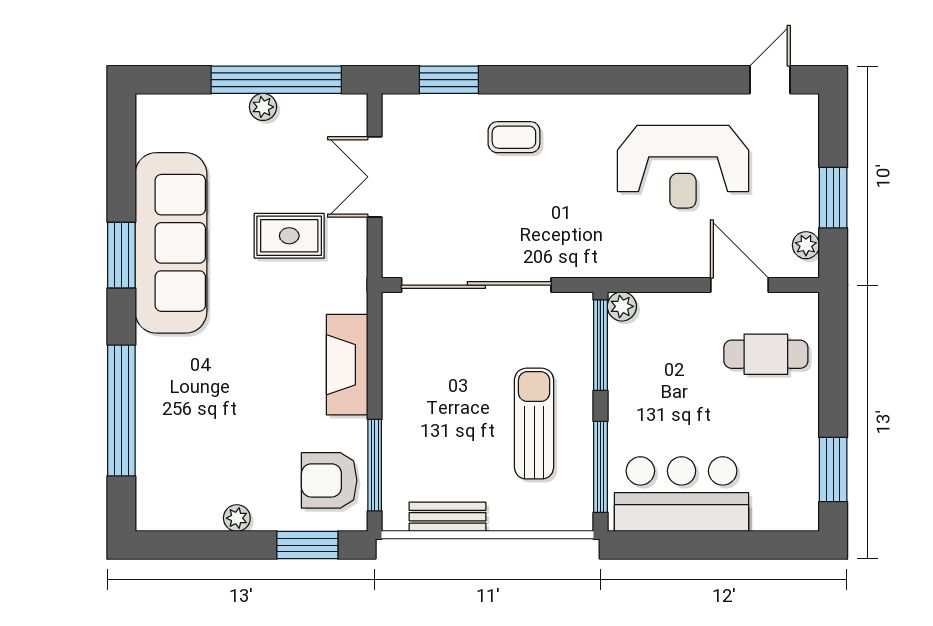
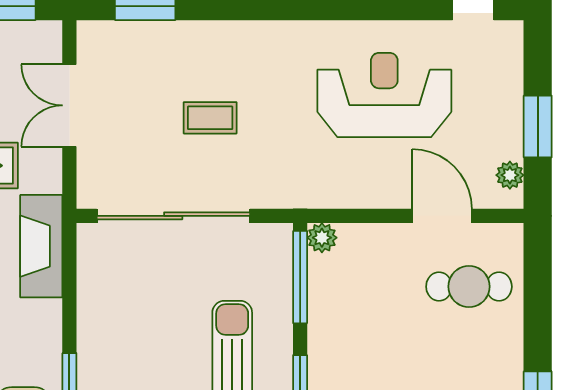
coffee table: (514, 137) -> (210, 118), moved
reception desk: (683, 167) -> (384, 95), turned 180
fireplace: (347, 365) -> (41, 246), moved

